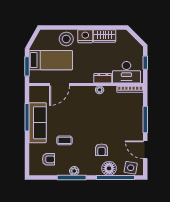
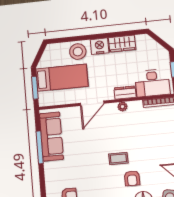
door: (60, 85) -> (92, 103), moved
sofa: (38, 123) -> (51, 136), moved
coffee table: (64, 140) -> (118, 158), moved

